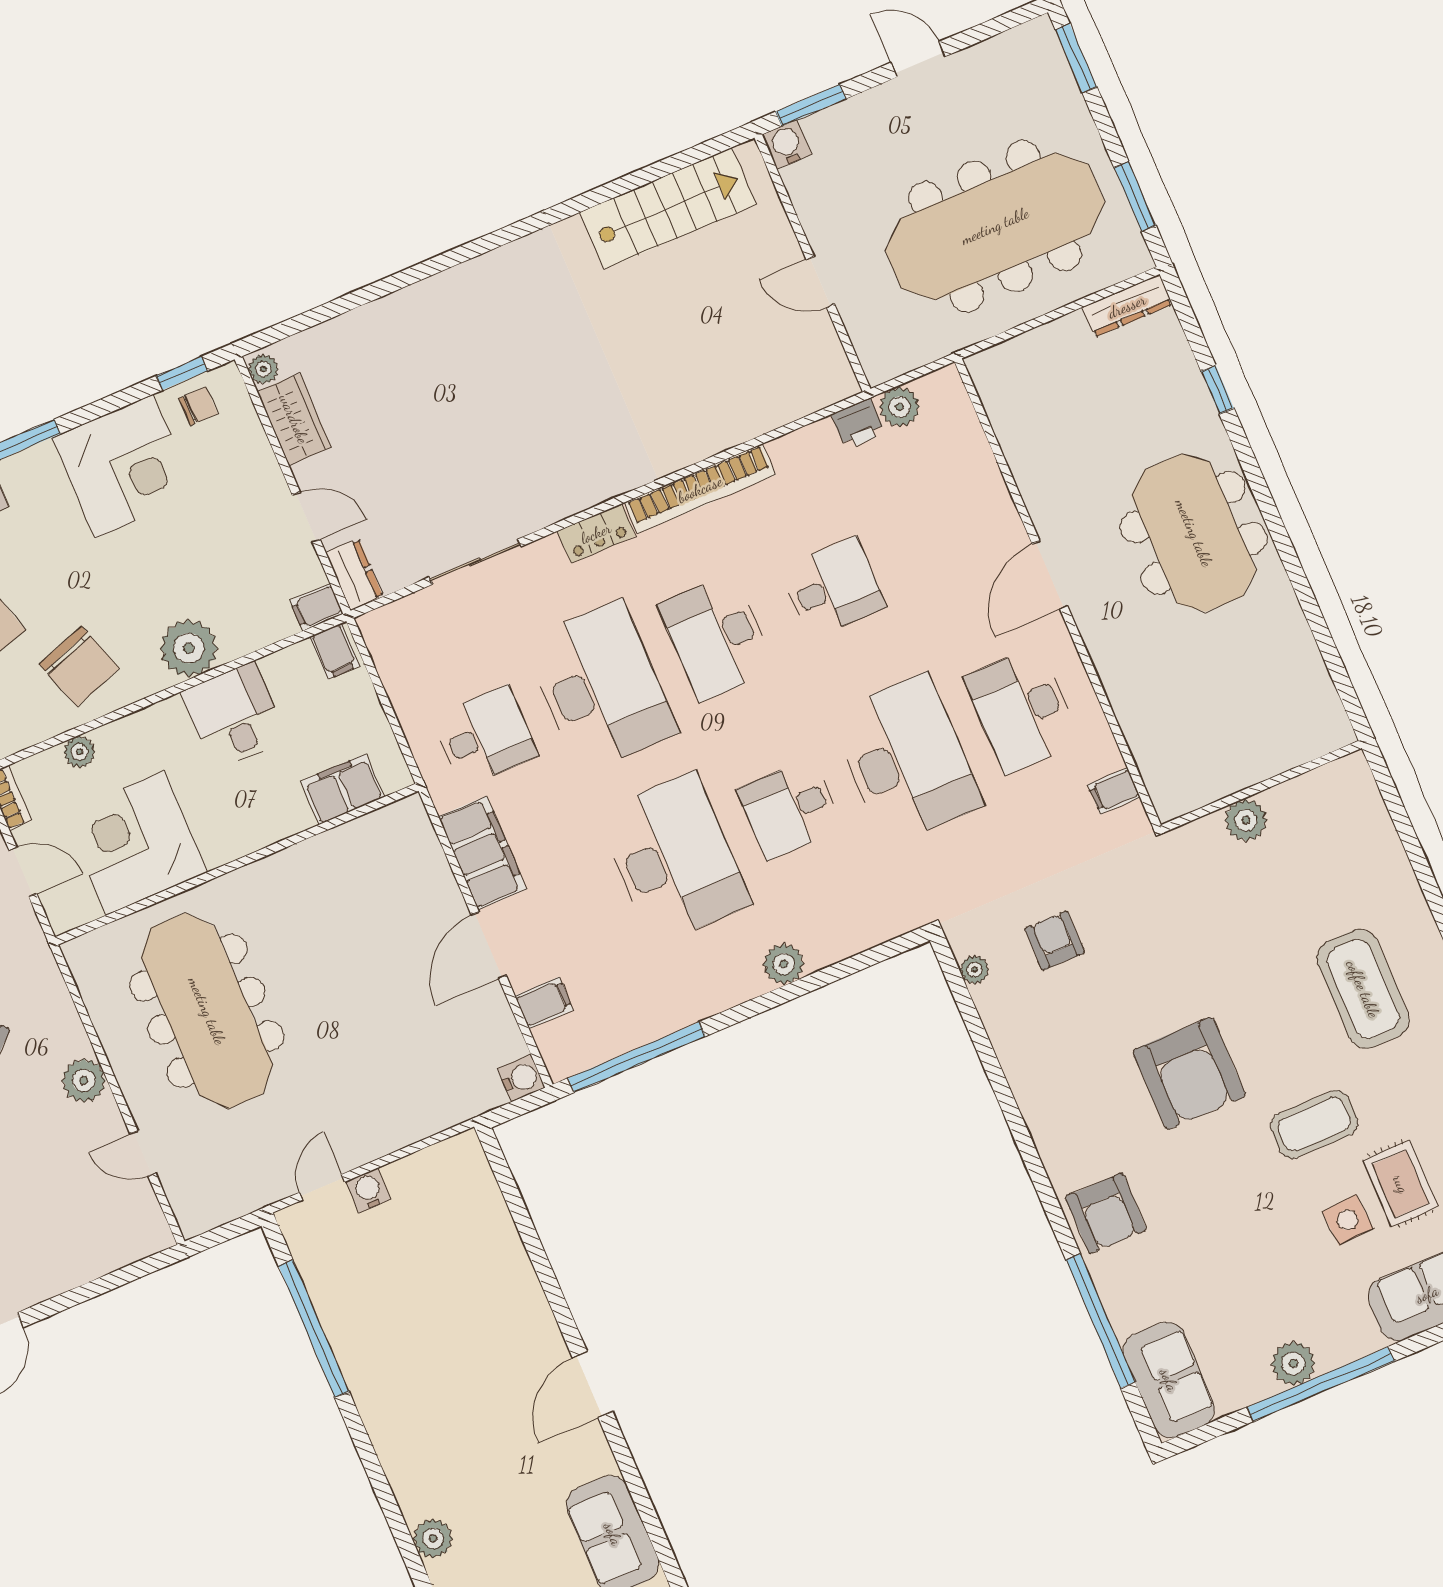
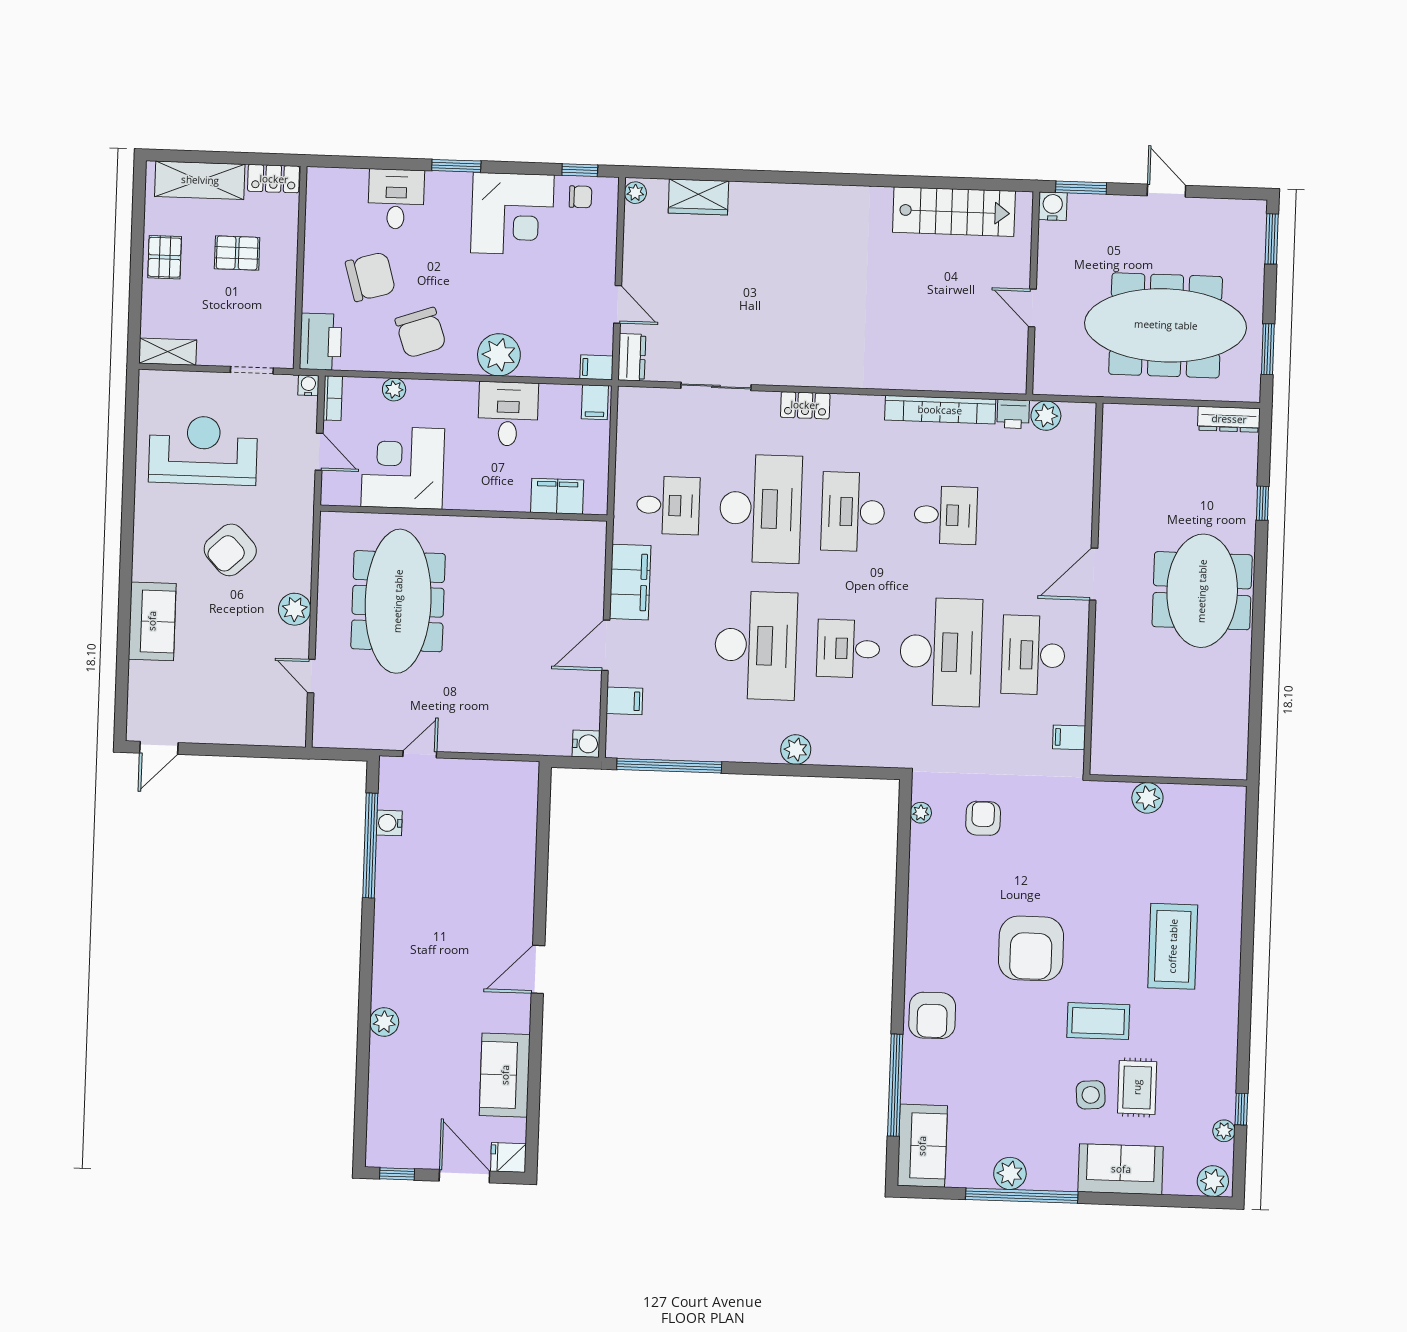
wardrobe: (294, 419) -> (698, 197), moved, turned 90
bookcase: (700, 489) -> (940, 410), moved
water cooler: (368, 1190) -> (389, 823), moved, turned -90

